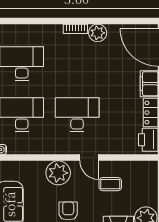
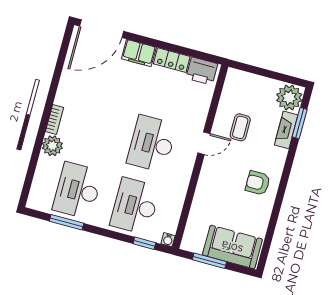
plant: (98, 33) -> (52, 146), moved
plant: (58, 173) -> (212, 183), removed

